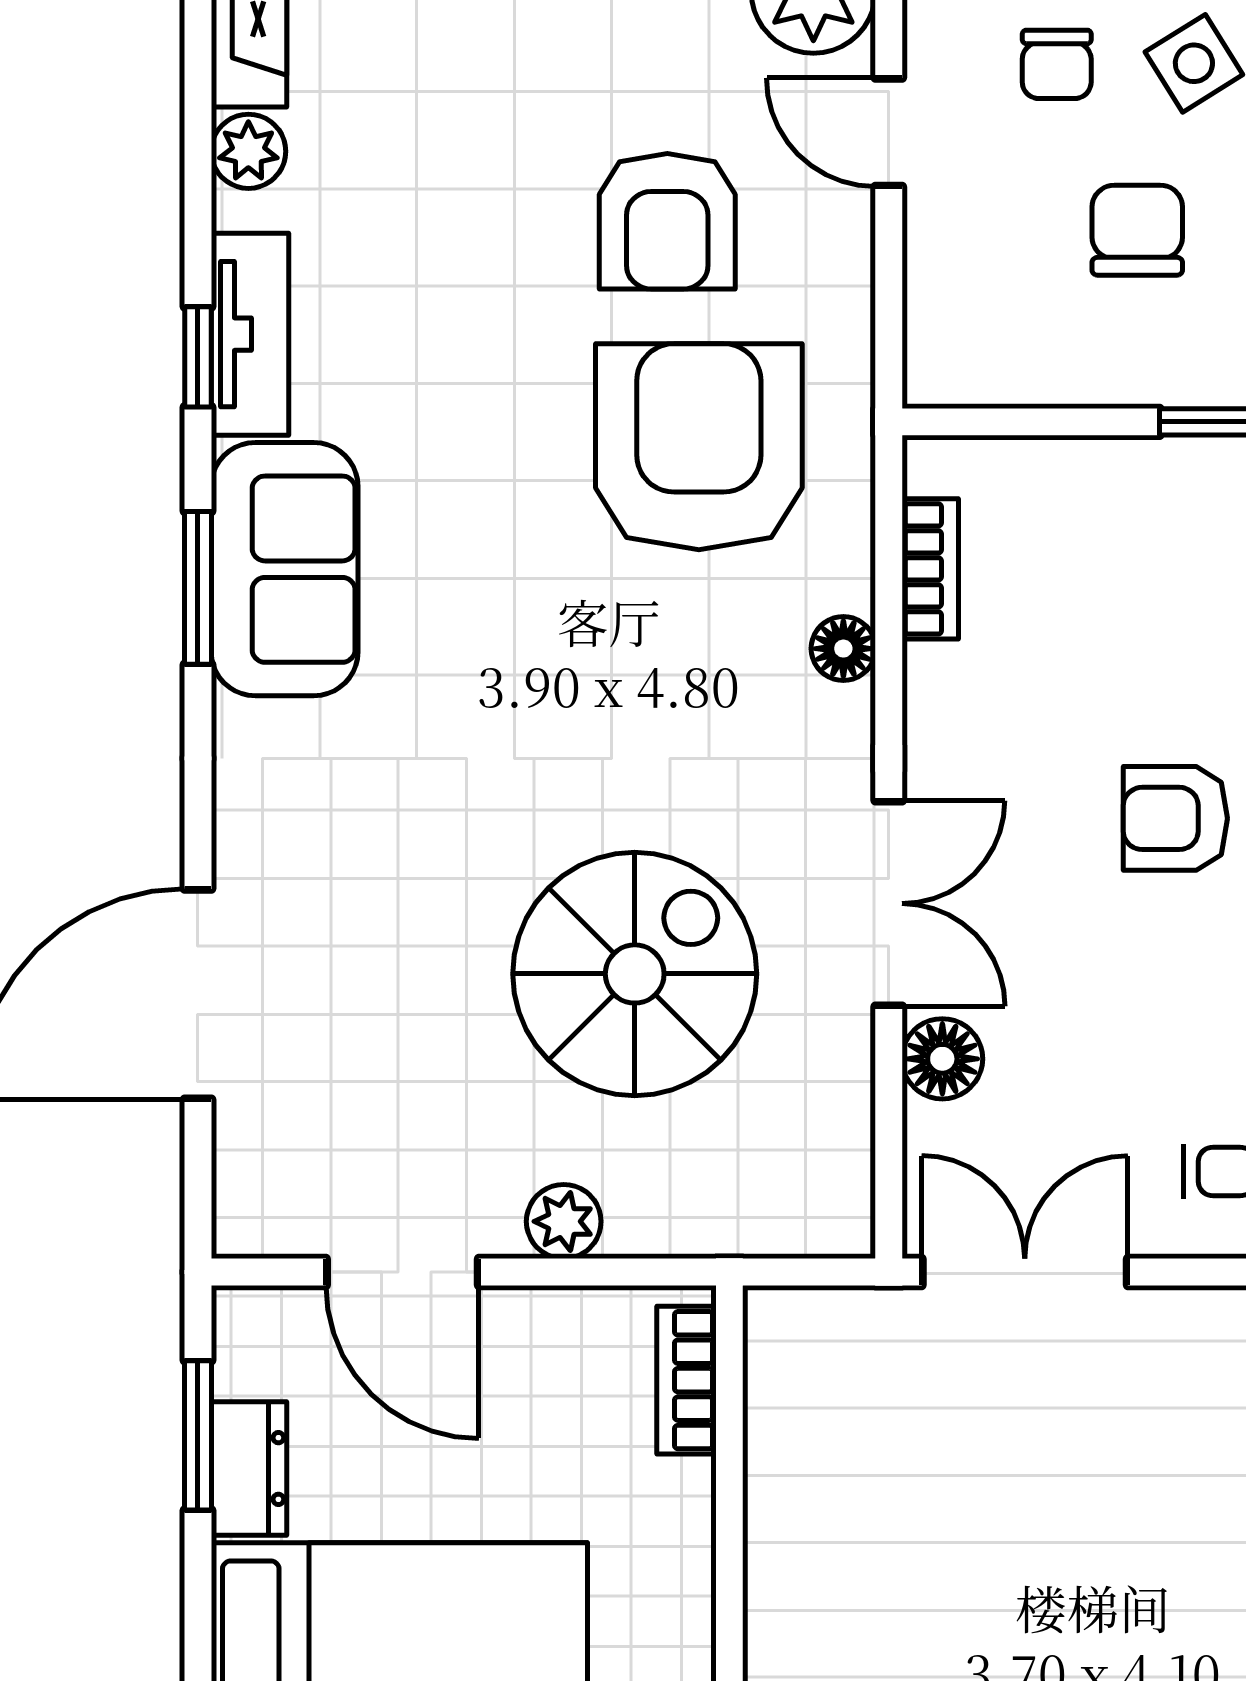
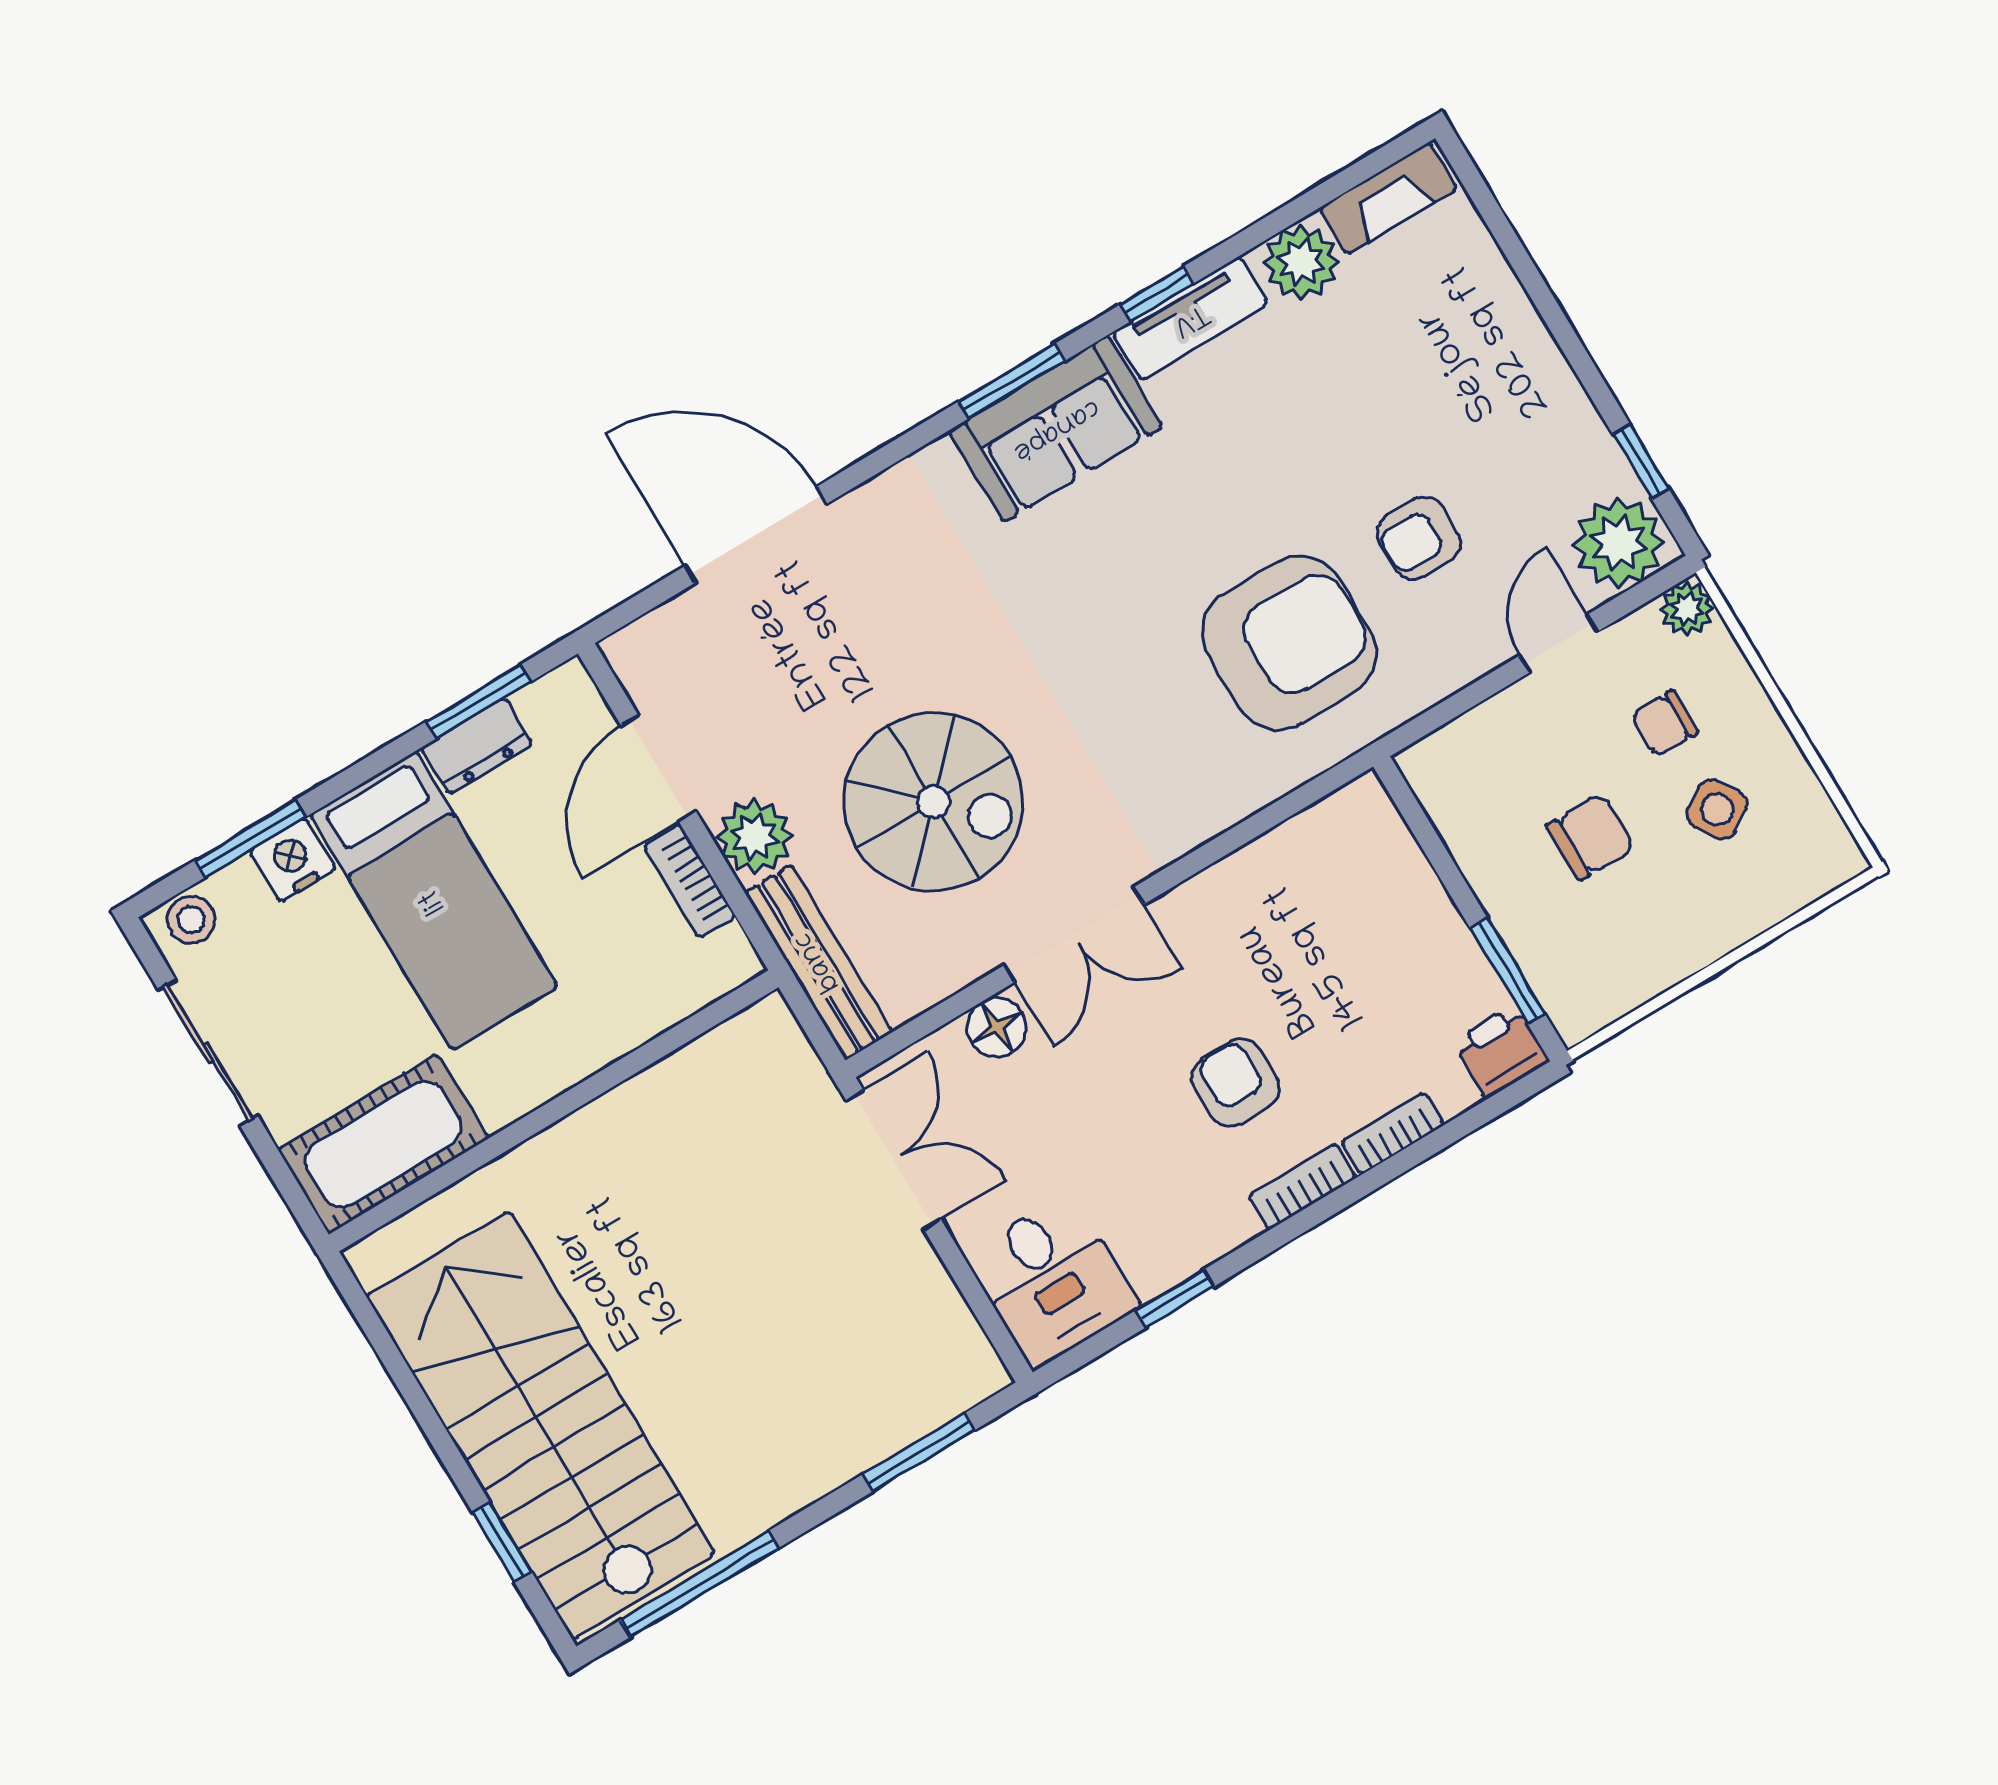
plant: (248, 151) -> (1301, 262), width x1.38, depth x1.38
armchair: (667, 221) -> (1419, 538), width x0.72, depth x0.72
bookcase: (930, 569) -> (1300, 834), removed
floor lamp: (843, 649) -> (1217, 810), removed
plant: (564, 1221) -> (755, 837), width x1.38, depth x1.38
bench: (742, 1221) -> (818, 962), added
bookcase: (686, 1380) -> (690, 881), moved, turned -90

